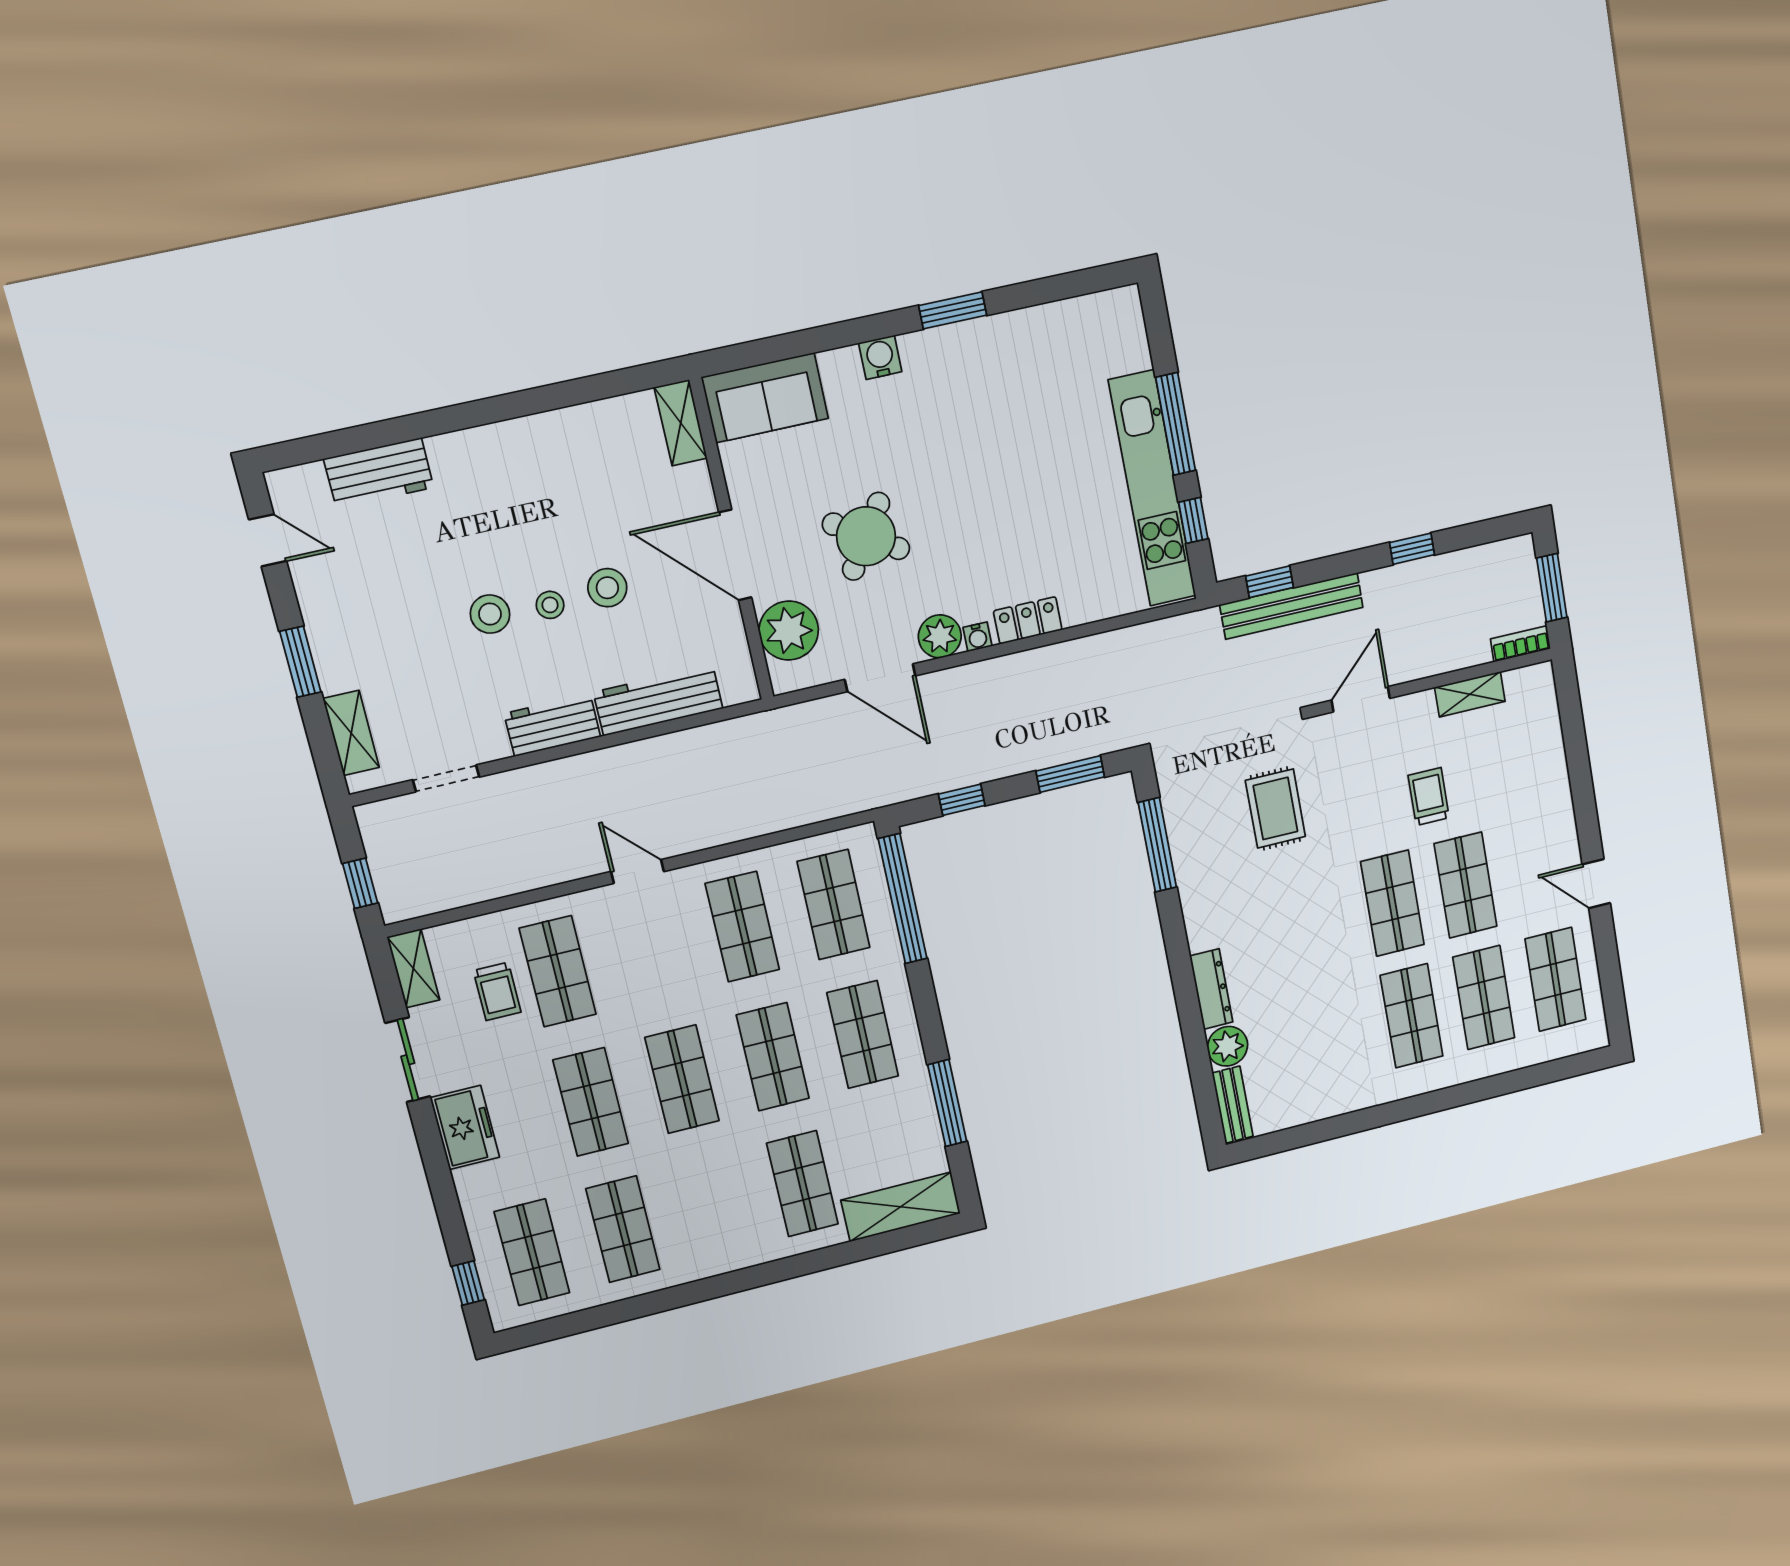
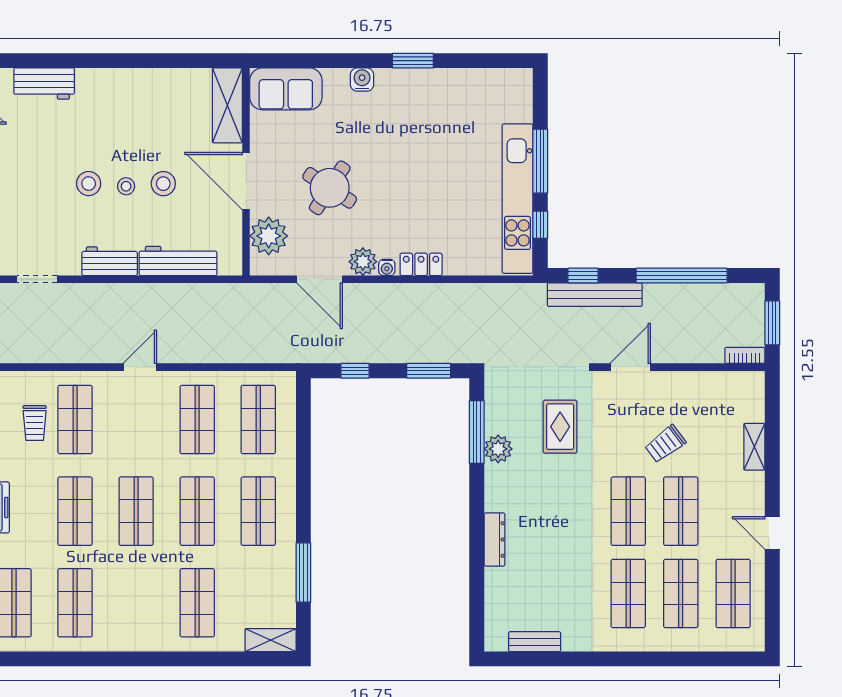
shelving: (681, 423) -> (227, 105), width x1.50, depth x1.33
window: (1412, 549) -> (682, 276), width x3.17
shelving: (1470, 694) -> (754, 447), moved, turned 90
trolley: (1429, 797) -> (665, 444), turned -127
door: (638, 871) -> (140, 367), hinge flipped
window: (903, 899) -> (303, 427), removed
plant: (1228, 1046) -> (498, 449), moved
bench: (1233, 1105) -> (535, 642), moved, turned 90
shelving: (901, 1207) -> (271, 640), width x0.67, depth x0.75

